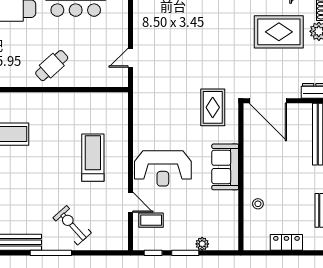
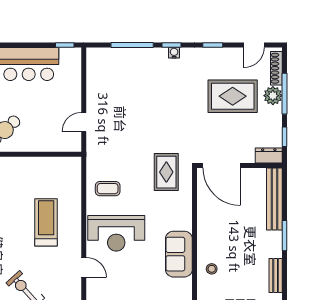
sofa: (225, 167) -> (179, 254), moved
coffee table: (151, 220) -> (108, 189), moved

